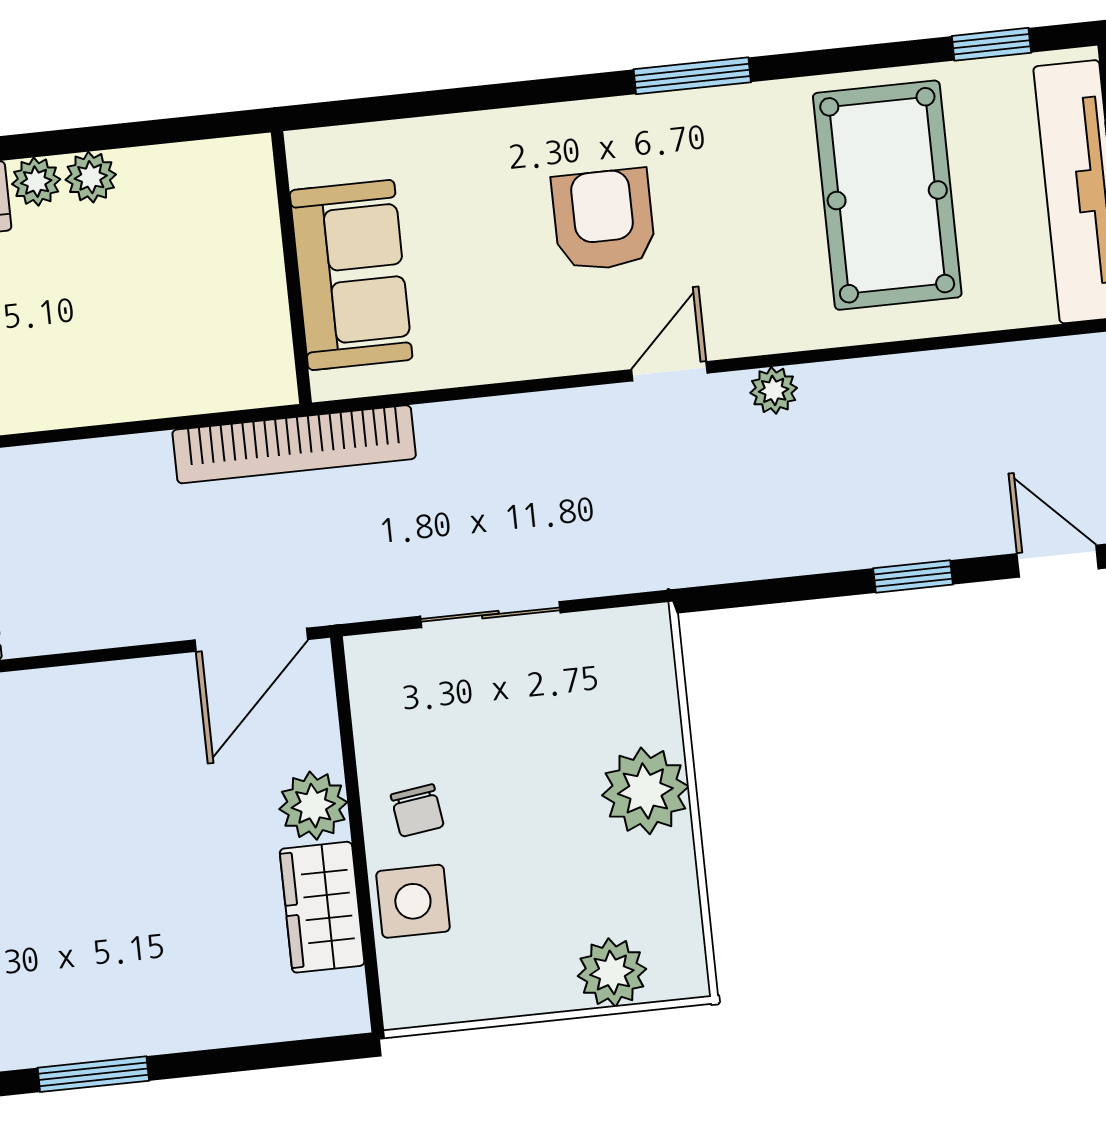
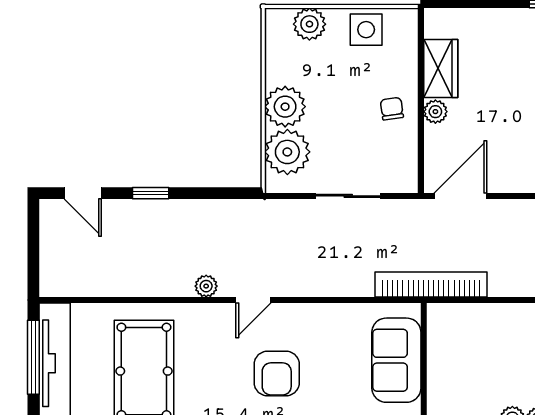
plant: (630, 695) -> (287, 152), added
plant: (313, 806) -> (435, 112), width x0.73, depth x0.73
side table: (413, 901) -> (366, 30), moved

